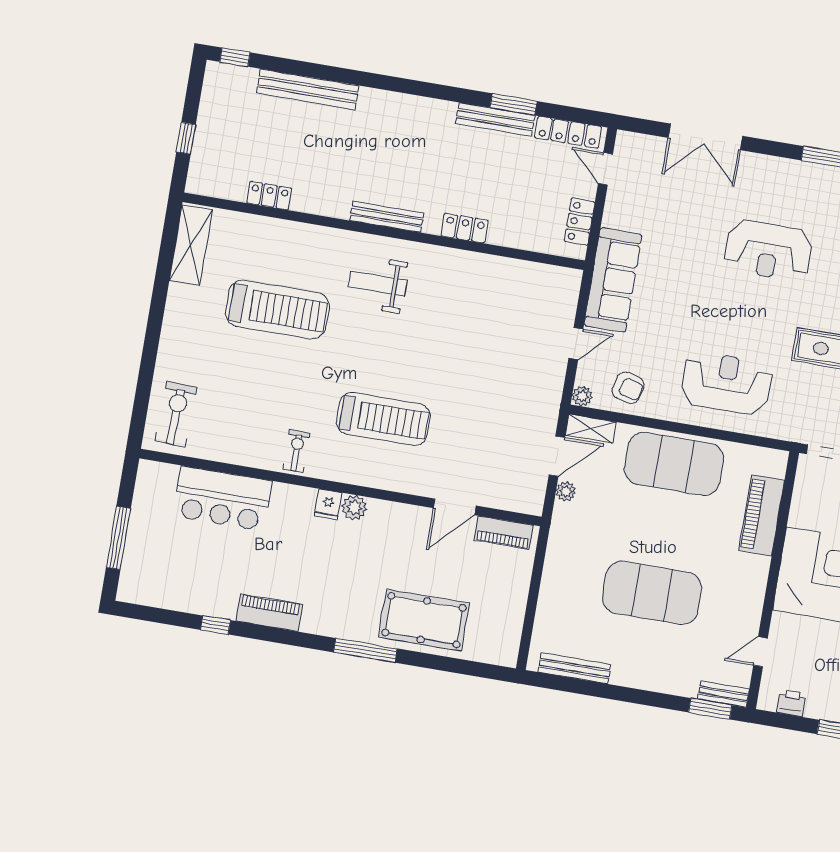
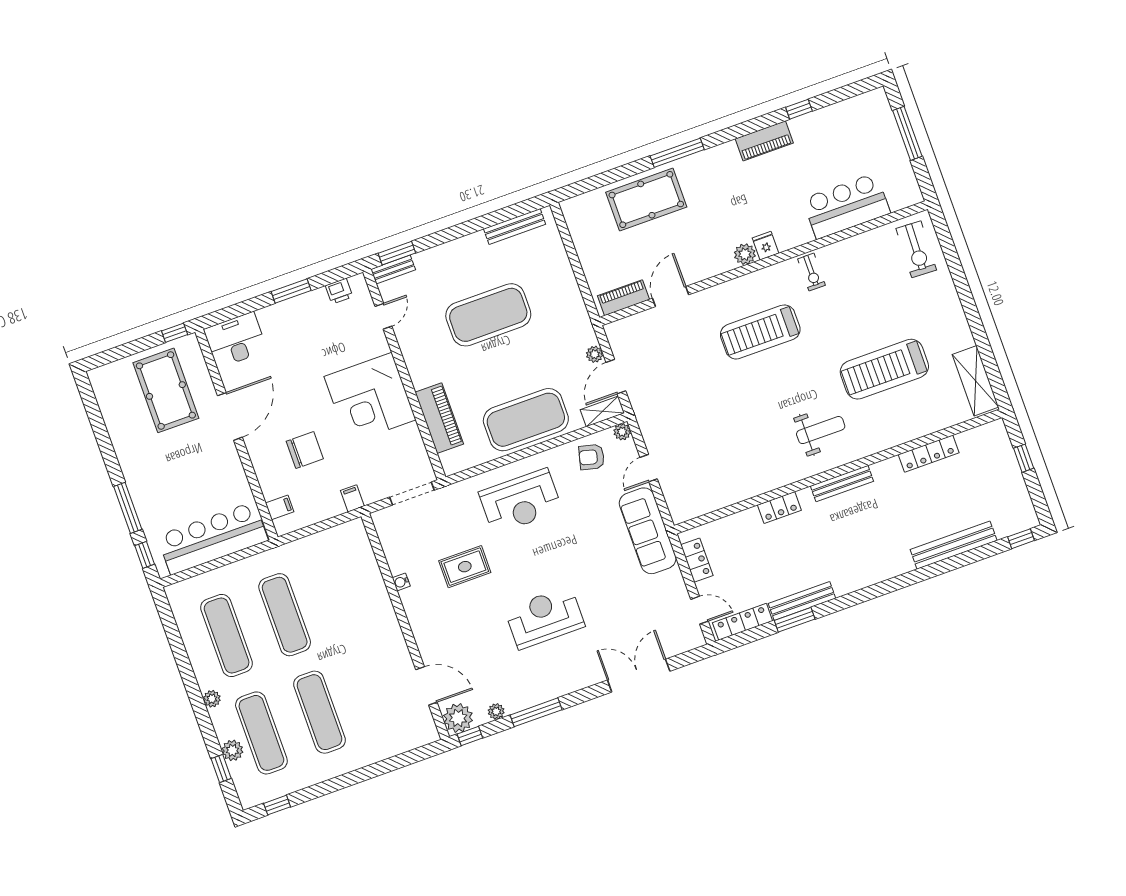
locker: (269, 196) -> (929, 454), width x1.53

